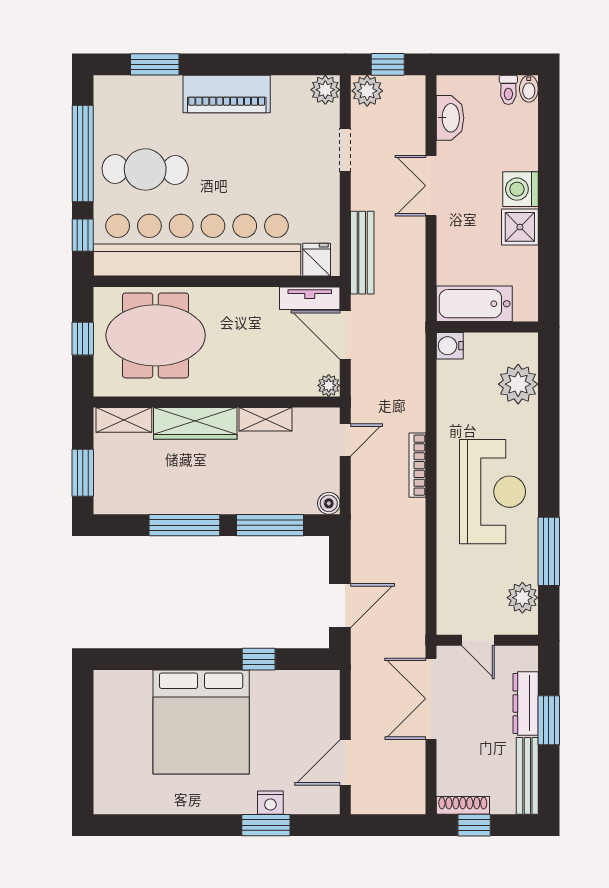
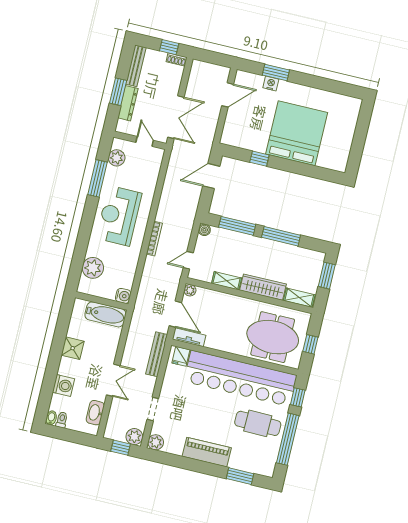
washing machine: (520, 189) -> (63, 386), moved
shoe rack: (463, 805) -> (177, 60), width x0.70

